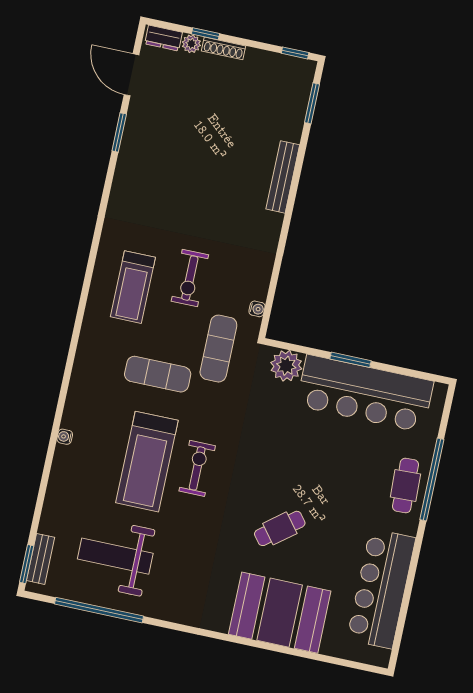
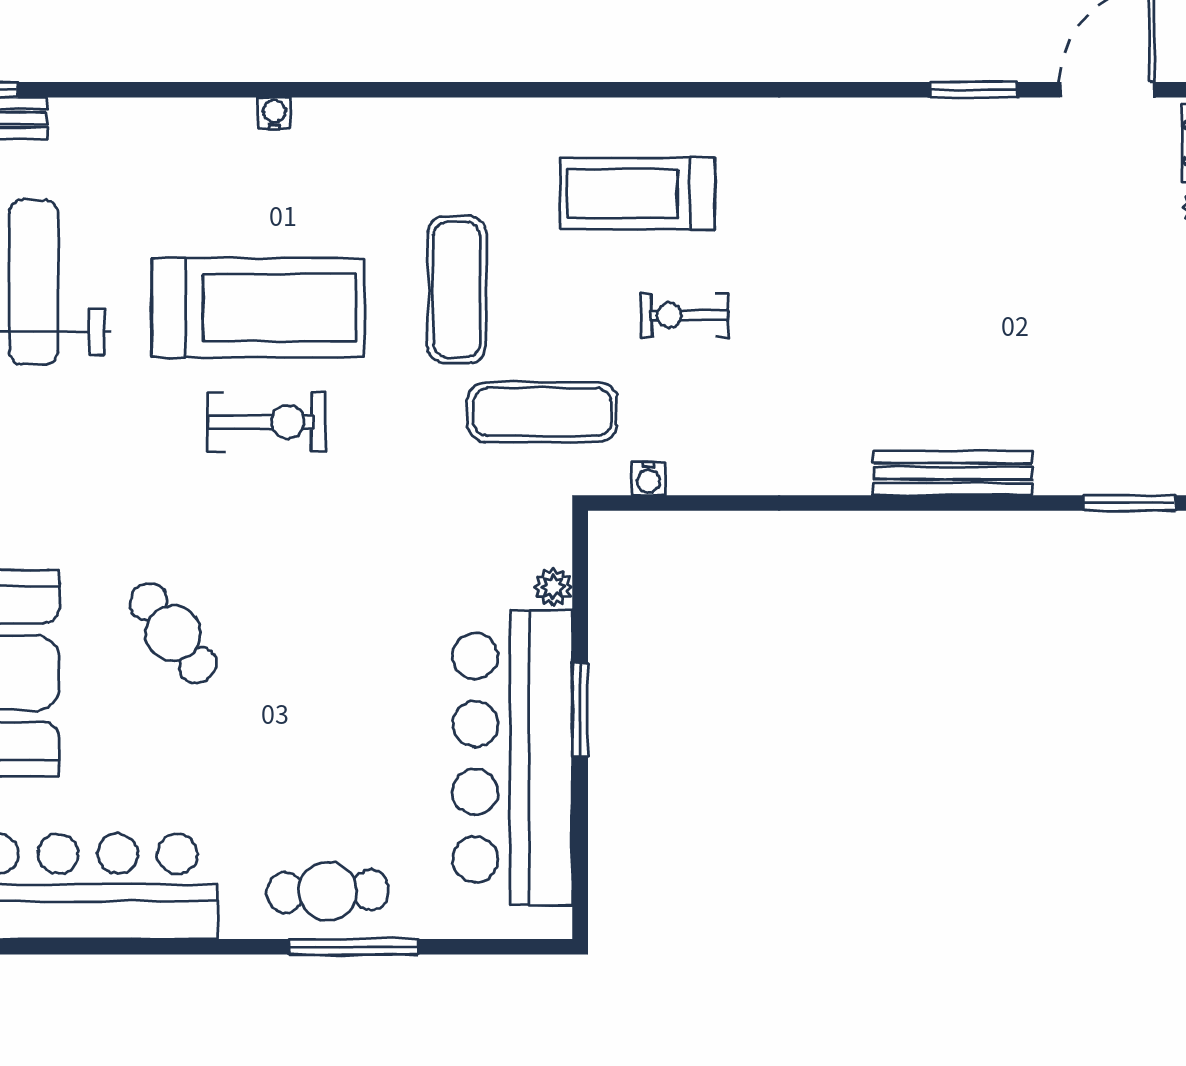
exercise bike: (190, 278) -> (685, 315), width x0.73, depth x0.72
plant: (286, 366) -> (553, 587), width x0.53, depth x0.53
treadmill: (147, 462) -> (258, 307), turned 180
window: (432, 480) -> (354, 947), width x0.68

